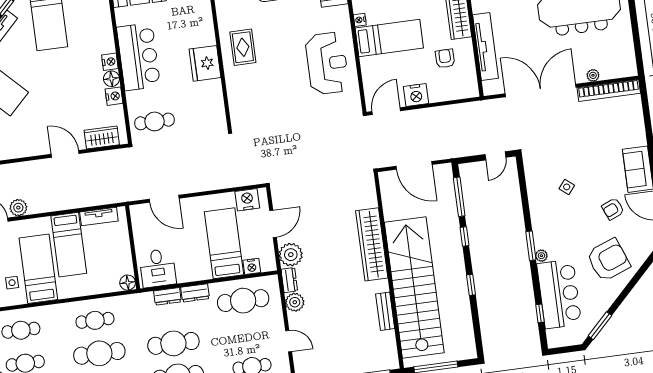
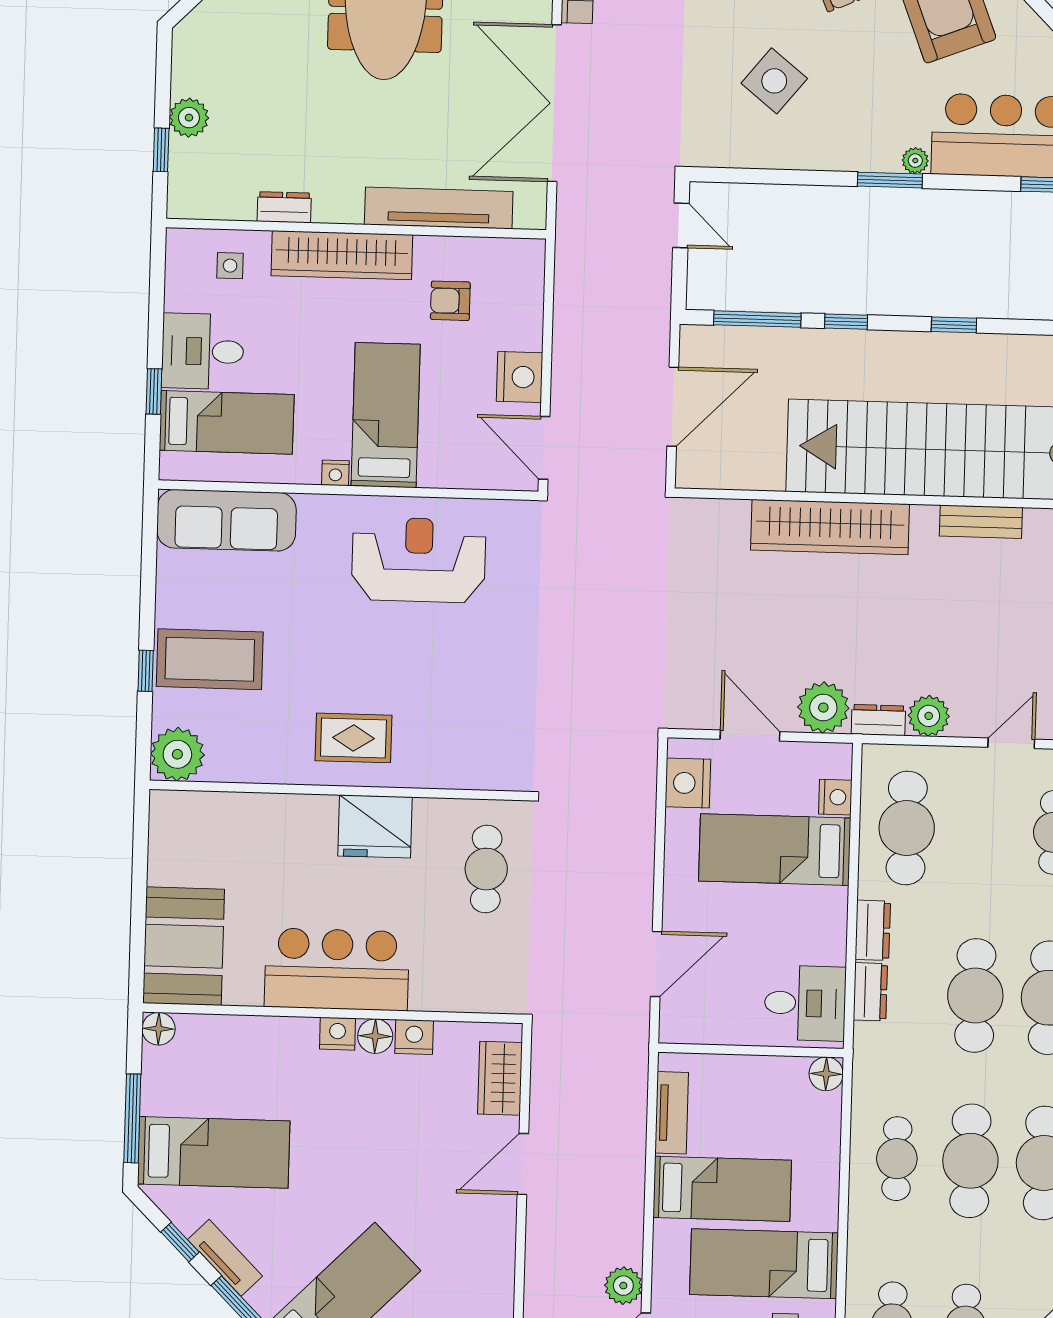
cafe table: (155, 121) -> (486, 869), moved
side table: (567, 187) -> (774, 81), width x1.87, depth x1.87

